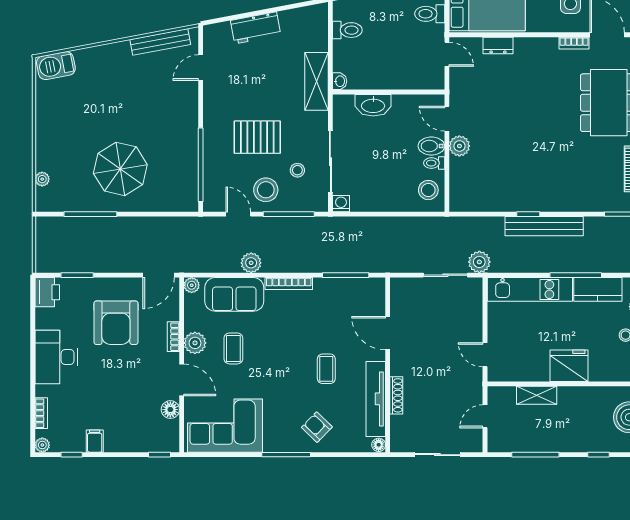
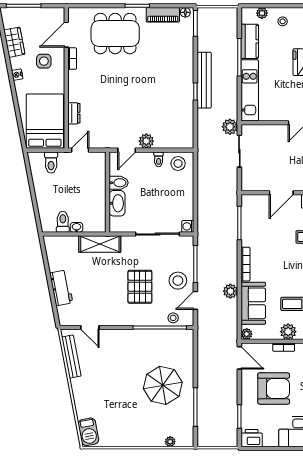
washbasin: (340, 81) -> (76, 227), moved
bidet: (431, 146) -> (119, 183), moved, turned -90
stool: (297, 170) -> (173, 318), moved

